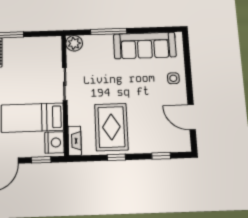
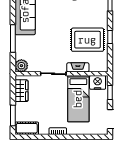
wardrobe: (42, 44) -> (21, 91), added
fireplace: (75, 141) -> (78, 67), moved

